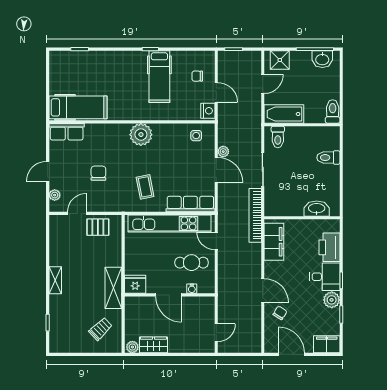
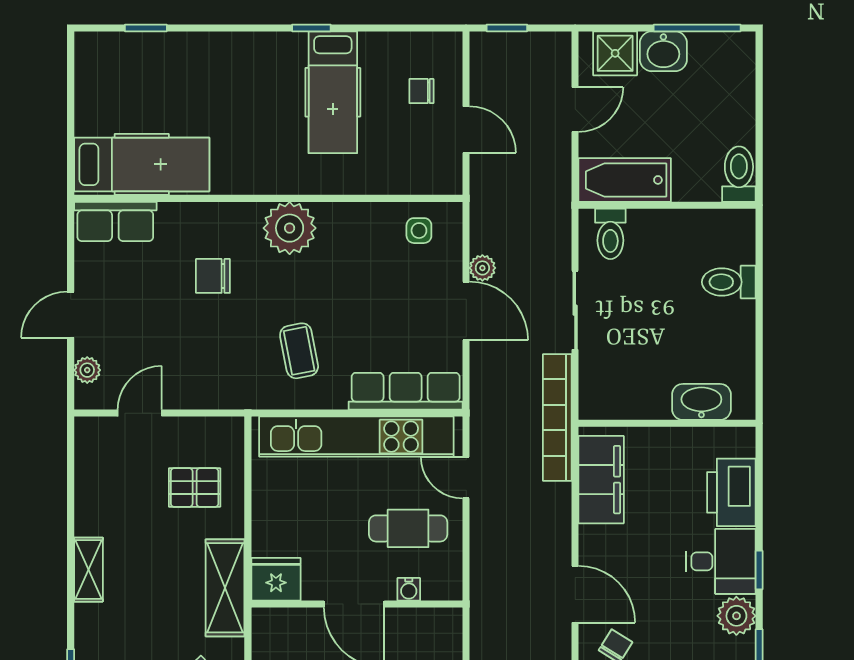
washbasin: (322, 59) -> (663, 51), moved
nightstand: (208, 111) -> (446, 172), removed
chair: (98, 173) -> (213, 276), moved, turned -90
pallet: (98, 227) -> (195, 488), moved

